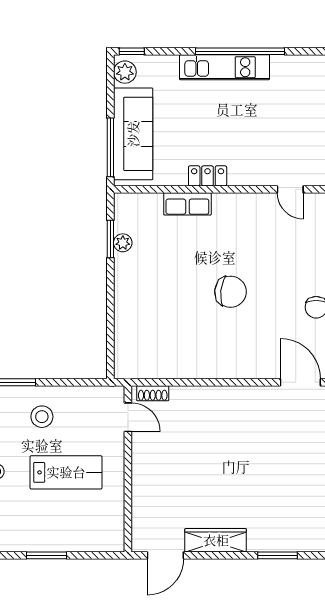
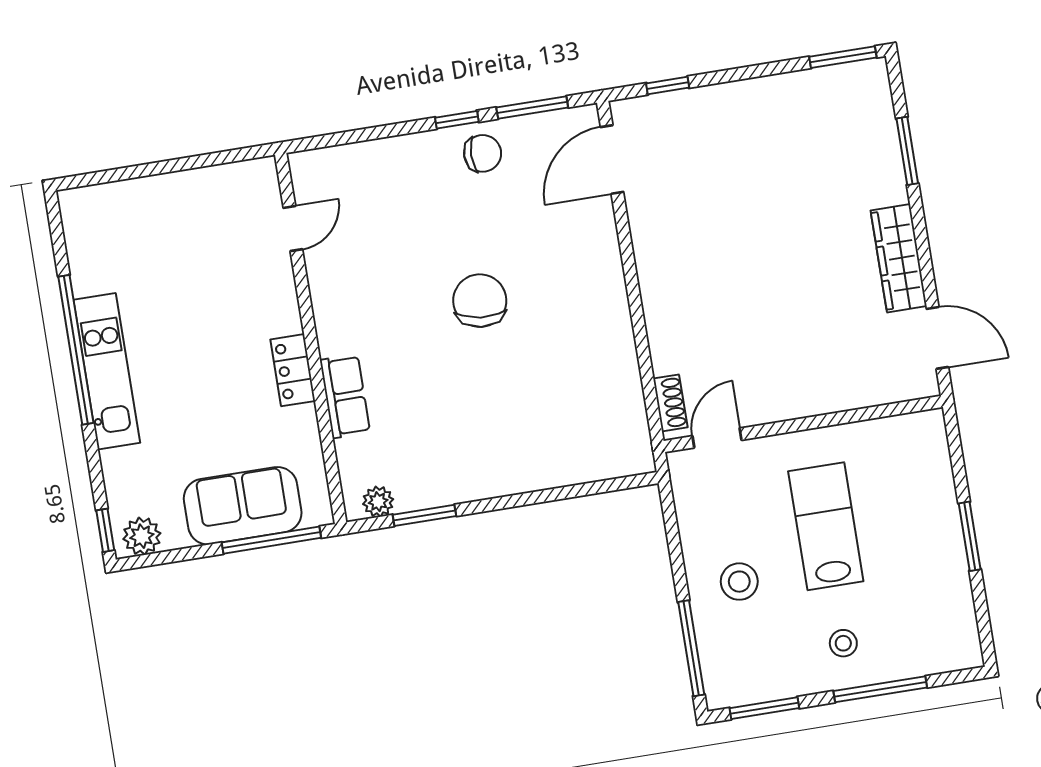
sofa: (133, 134) -> (243, 506), width x0.73
plant: (123, 243) -> (378, 502), moved

